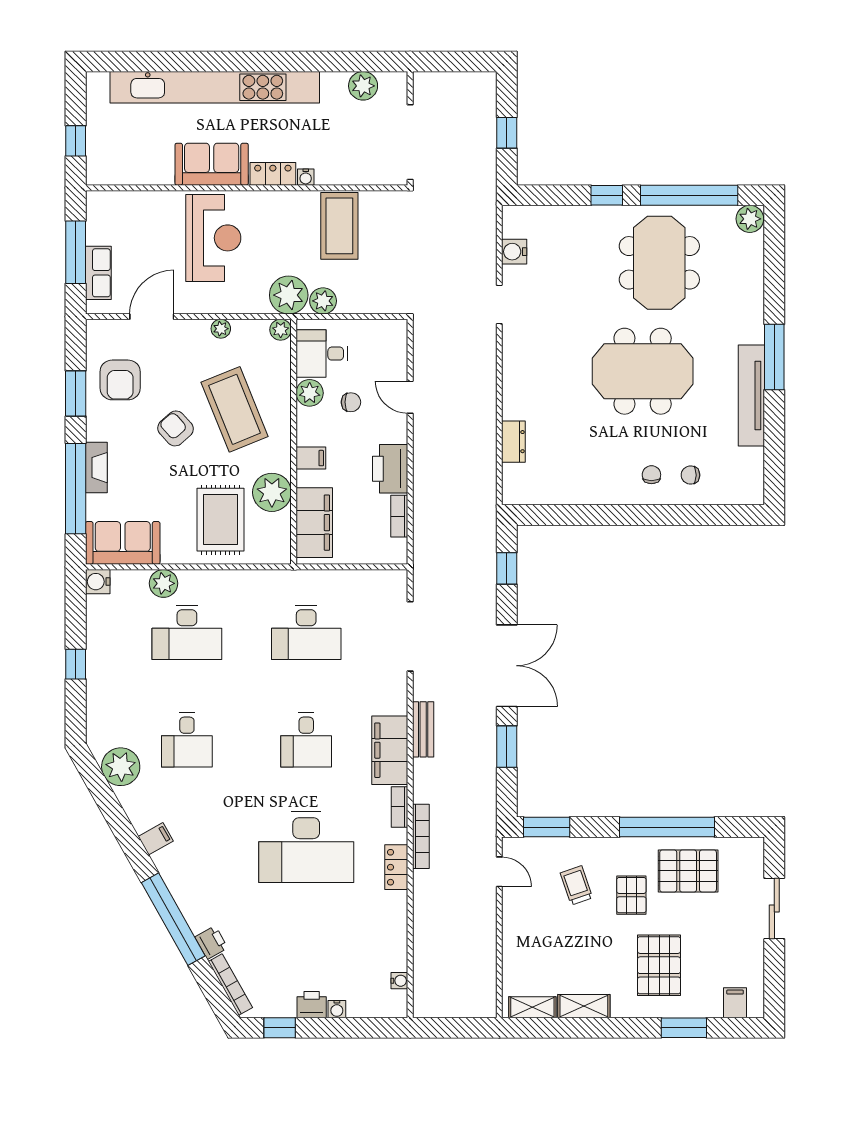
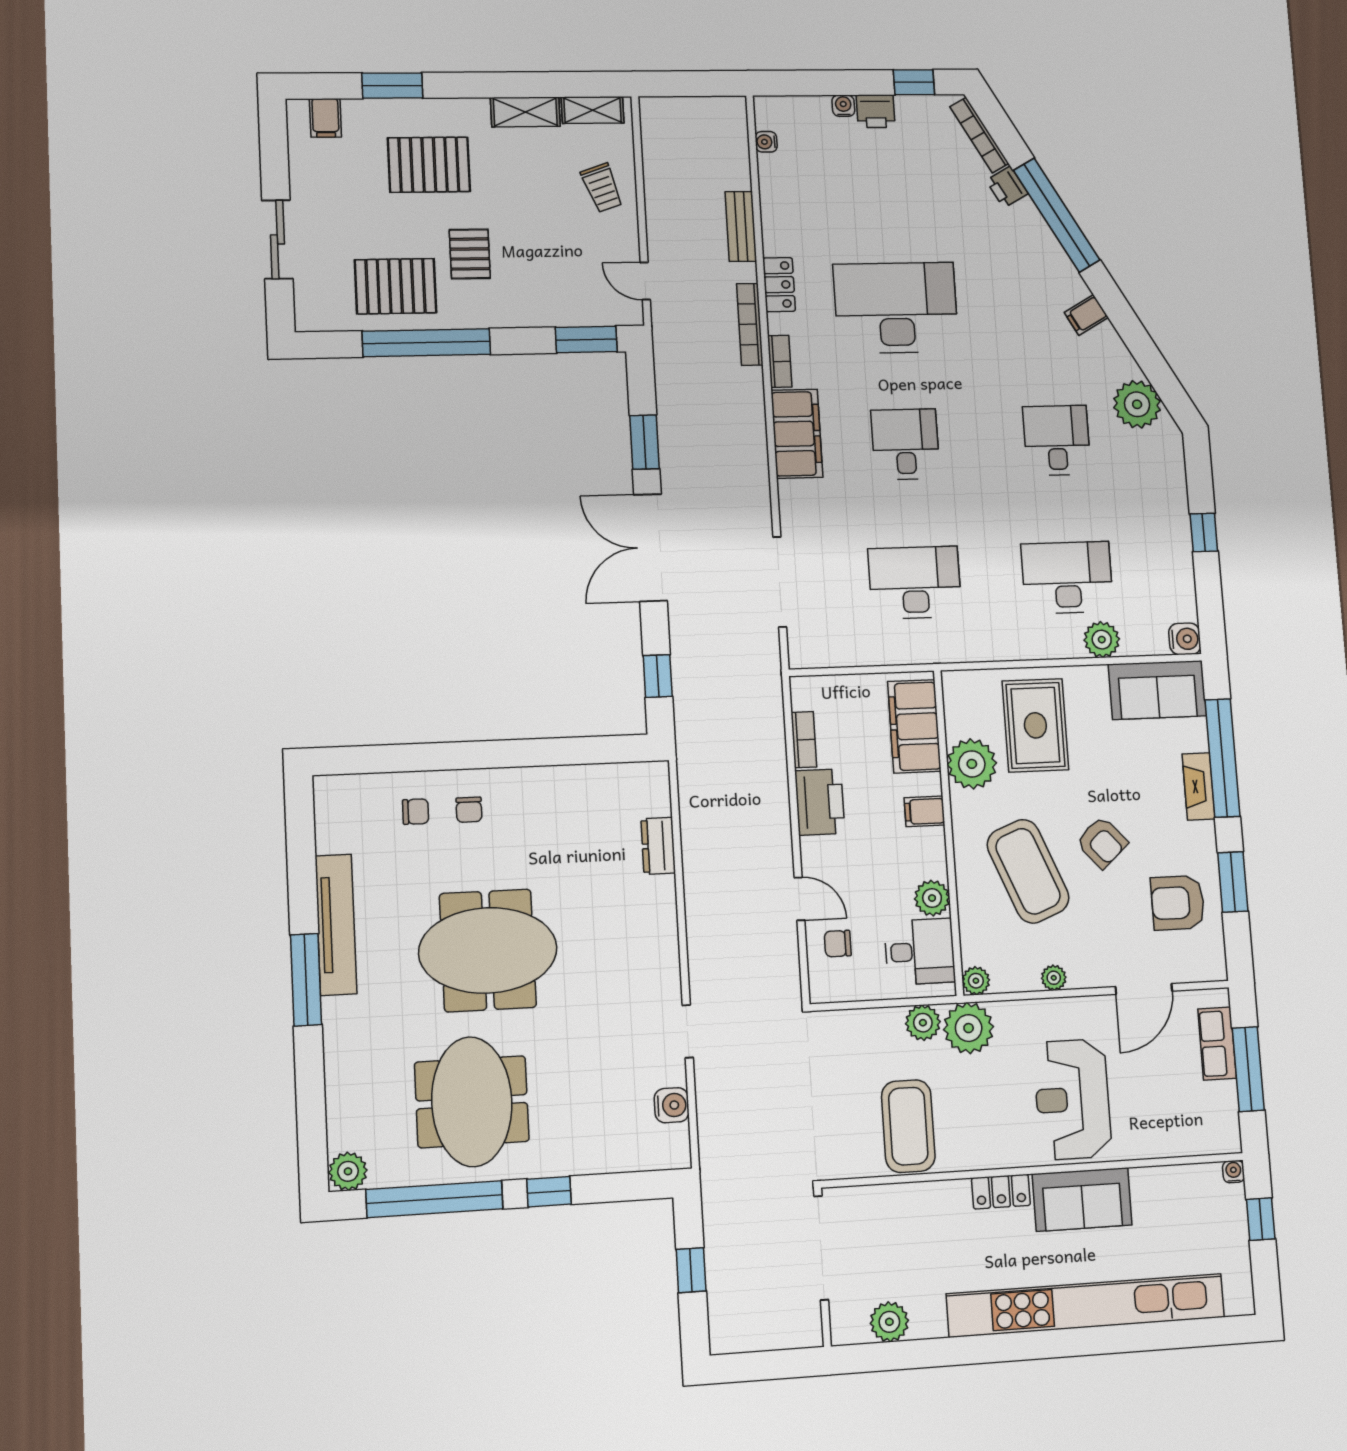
water cooler: (306, 177) -> (1233, 1172), moved
armchair: (120, 380) -> (1178, 903), turned -90
chair: (351, 402) -> (838, 944), moved
bench: (423, 729) -> (741, 226), moved
trolley: (576, 885) -> (602, 188), moved
pallet: (659, 965) -> (429, 165), turned 90

